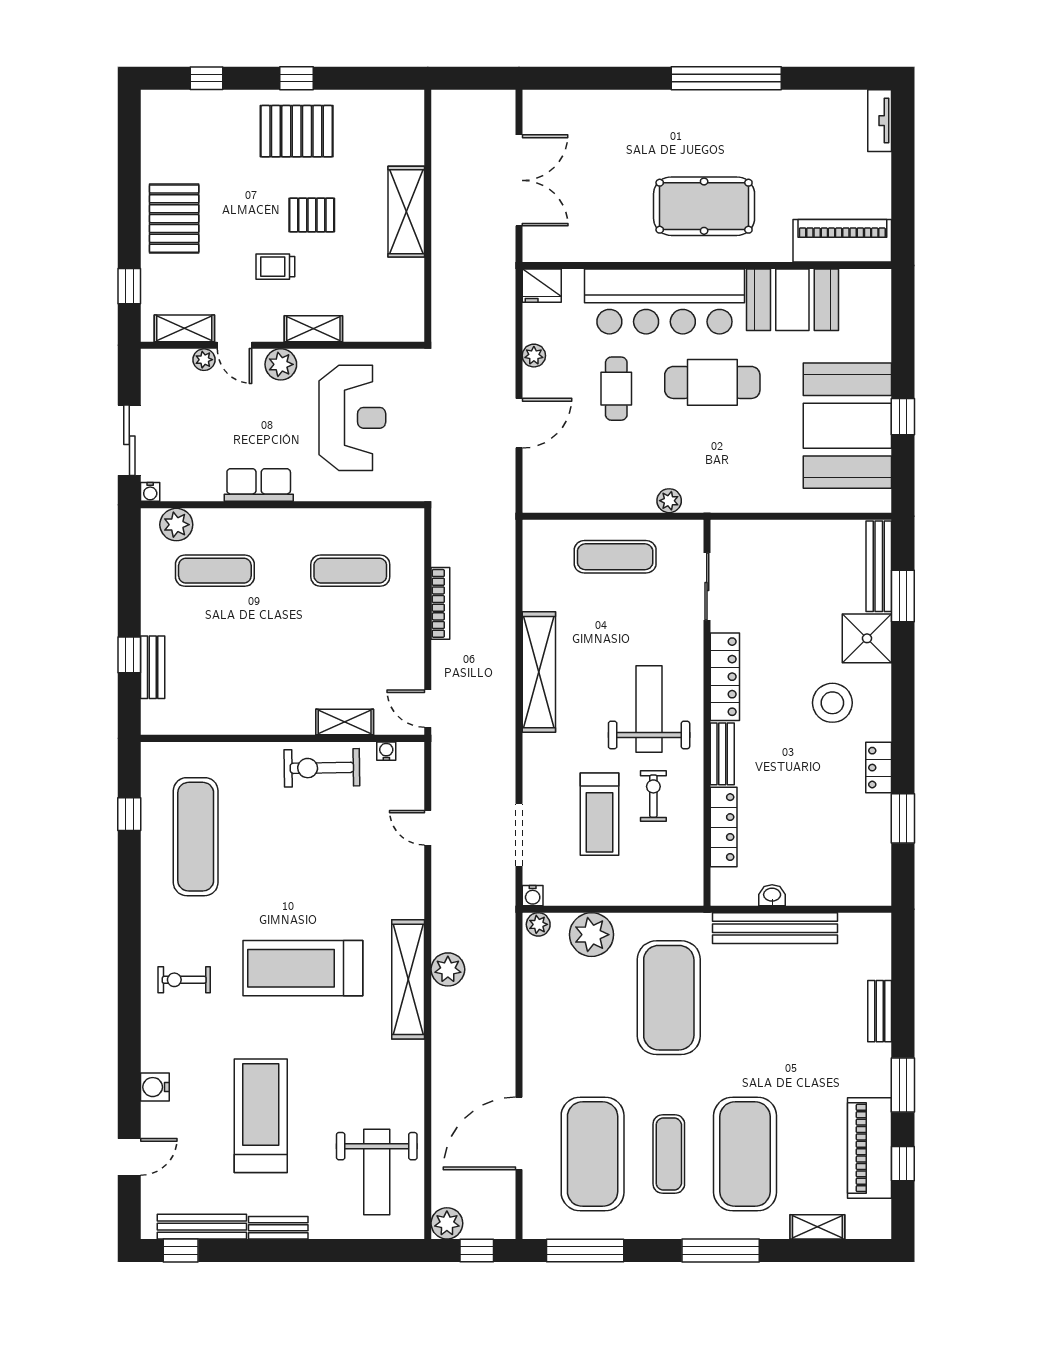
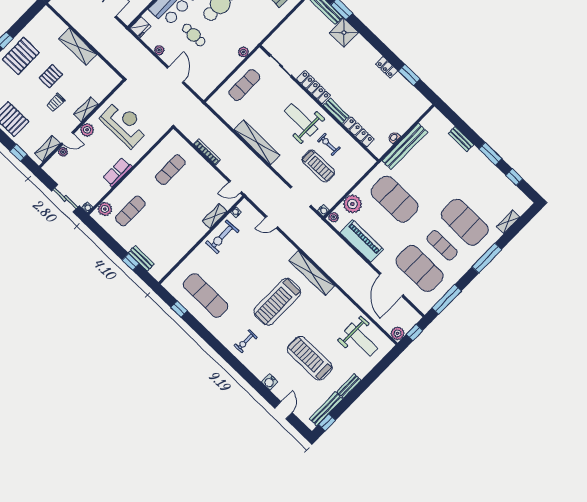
stool: (832, 703) -> (353, 62), removed
plant: (448, 969) -> (321, 258), removed
piano: (870, 1148) -> (362, 241), moved, turned 180

